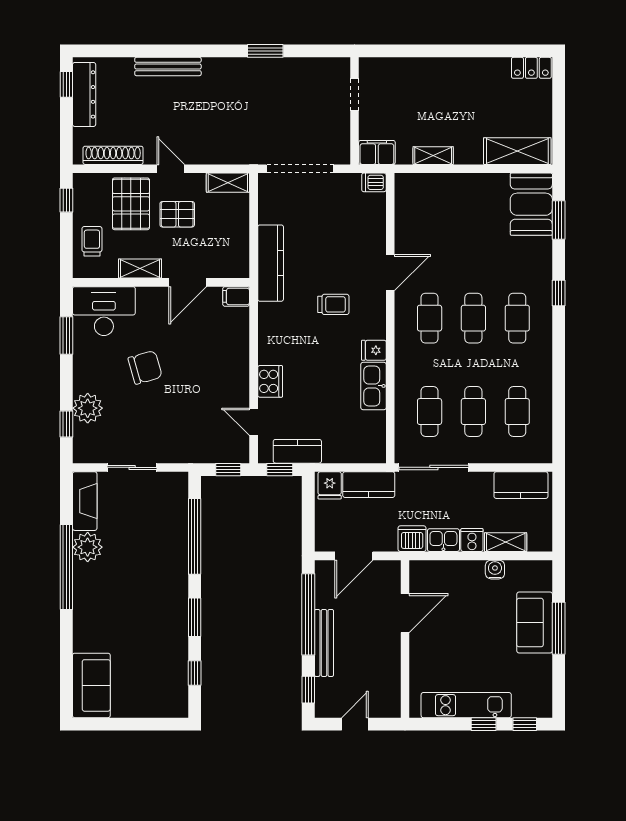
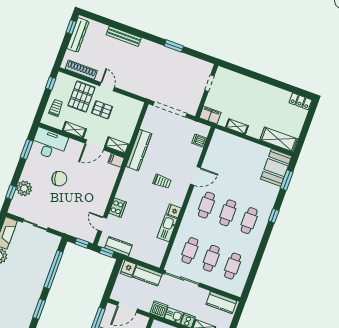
dishwasher: (374, 182) -> (199, 141), moved
shelving: (228, 183) -> (117, 145), moved

